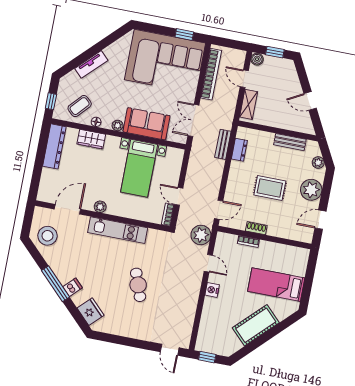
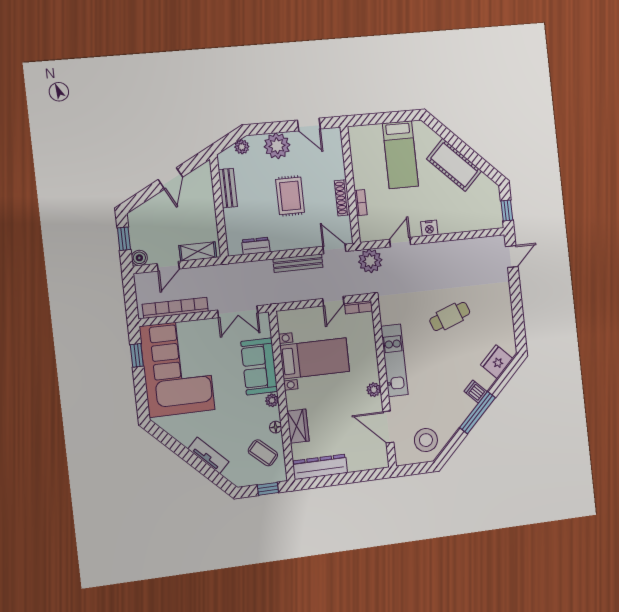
bench: (223, 144) -> (298, 263), moved, width x1.36
shoe rack: (256, 228) -> (342, 198), width x1.43

